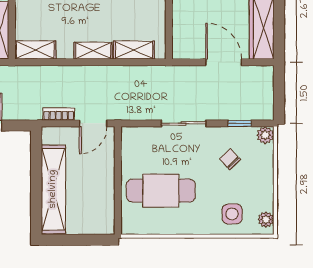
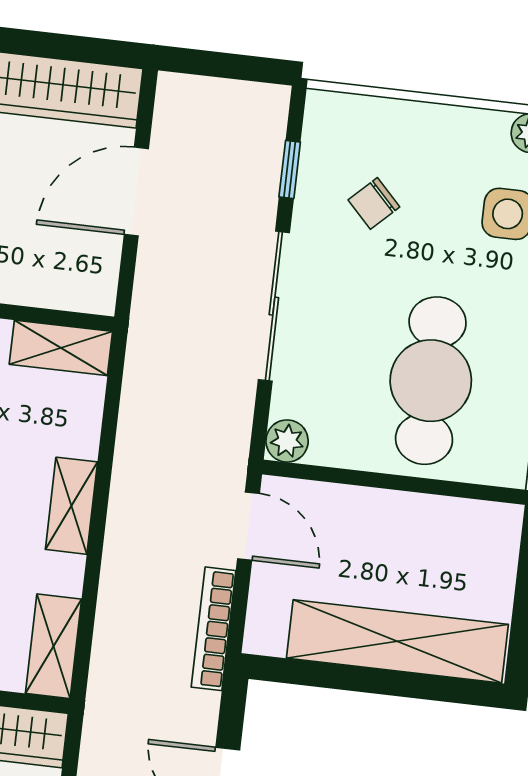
shelving: (134, 50) -> (61, 348), moved, turned 90
bookcase: (59, 114) -> (213, 629), width x1.56
sliding door: (184, 123) -> (274, 306), width x1.37
plant: (265, 135) -> (287, 441), moved

